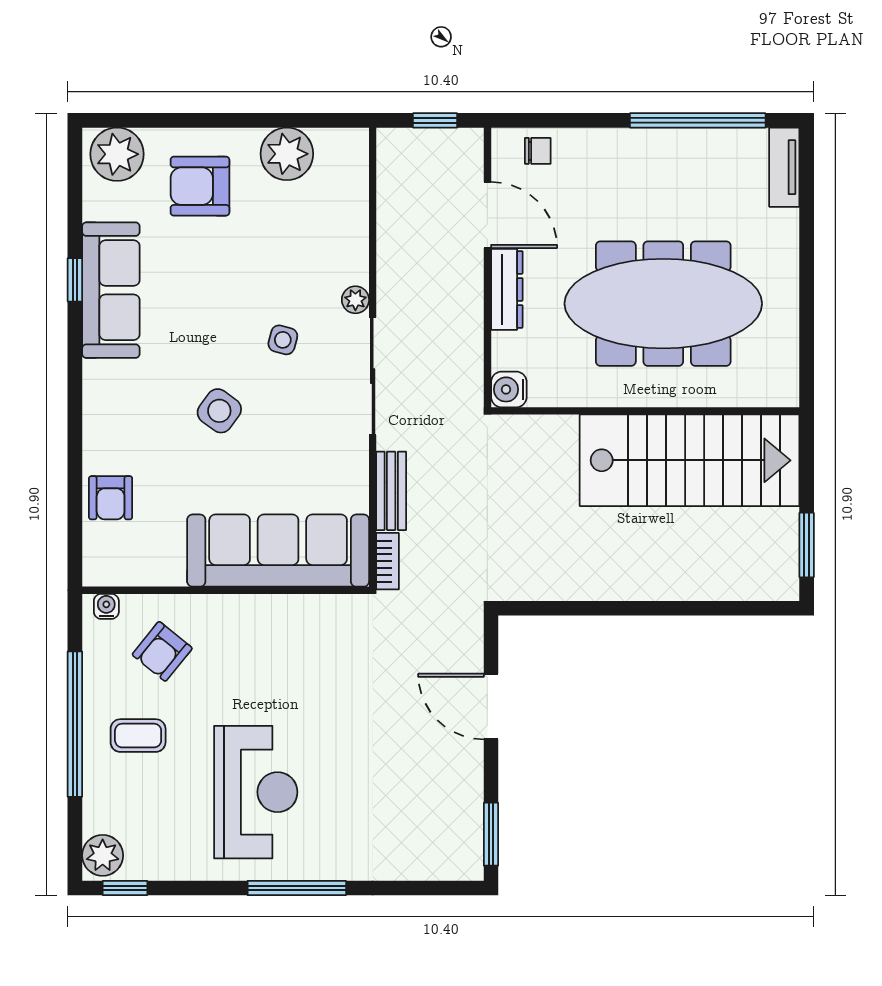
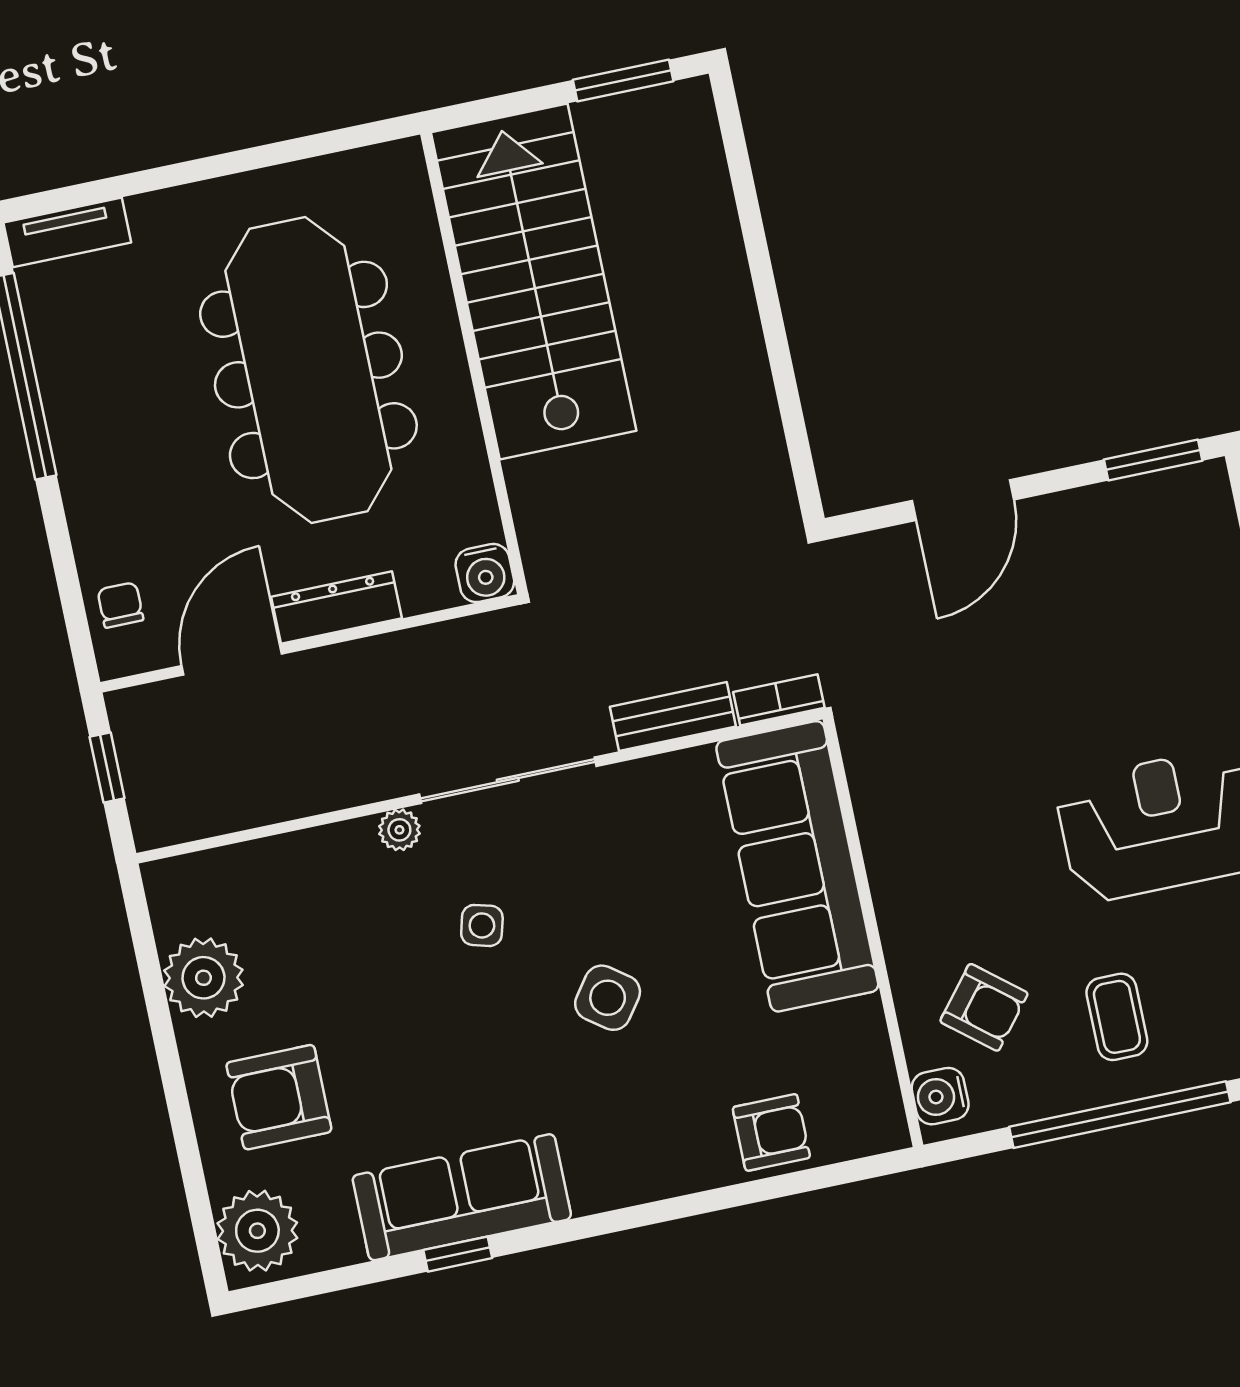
armchair: (200, 186) -> (279, 1097), turned 90
water cooler: (106, 606) -> (940, 1096), width x1.38, depth x1.38

